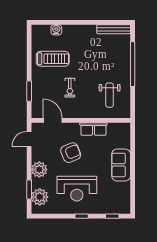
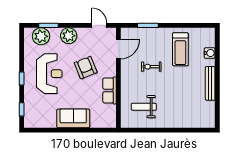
bench: (114, 29) -> (210, 83), moved
window: (133, 64) -> (175, 130), removed
armchair: (71, 153) -> (86, 68), turned 180
reception desk: (77, 189) -> (49, 74), turned 180

